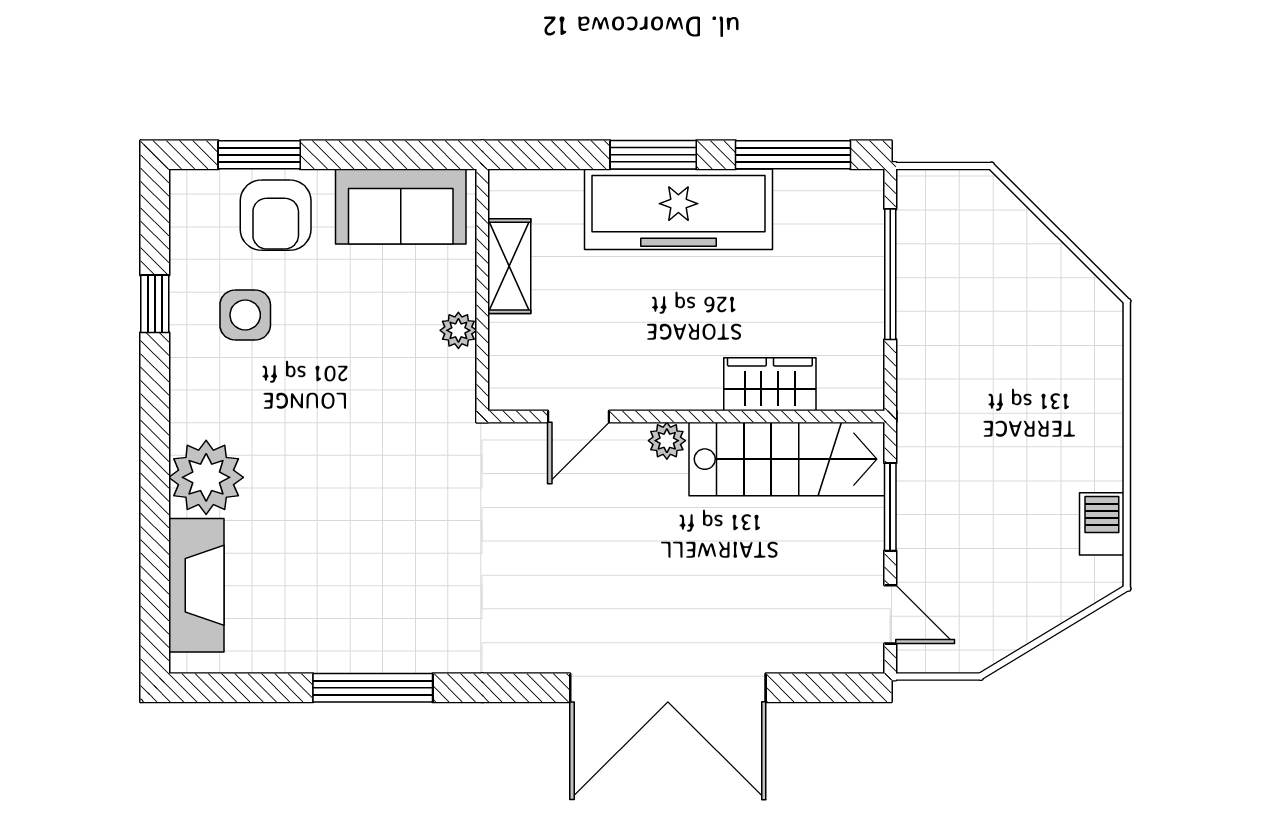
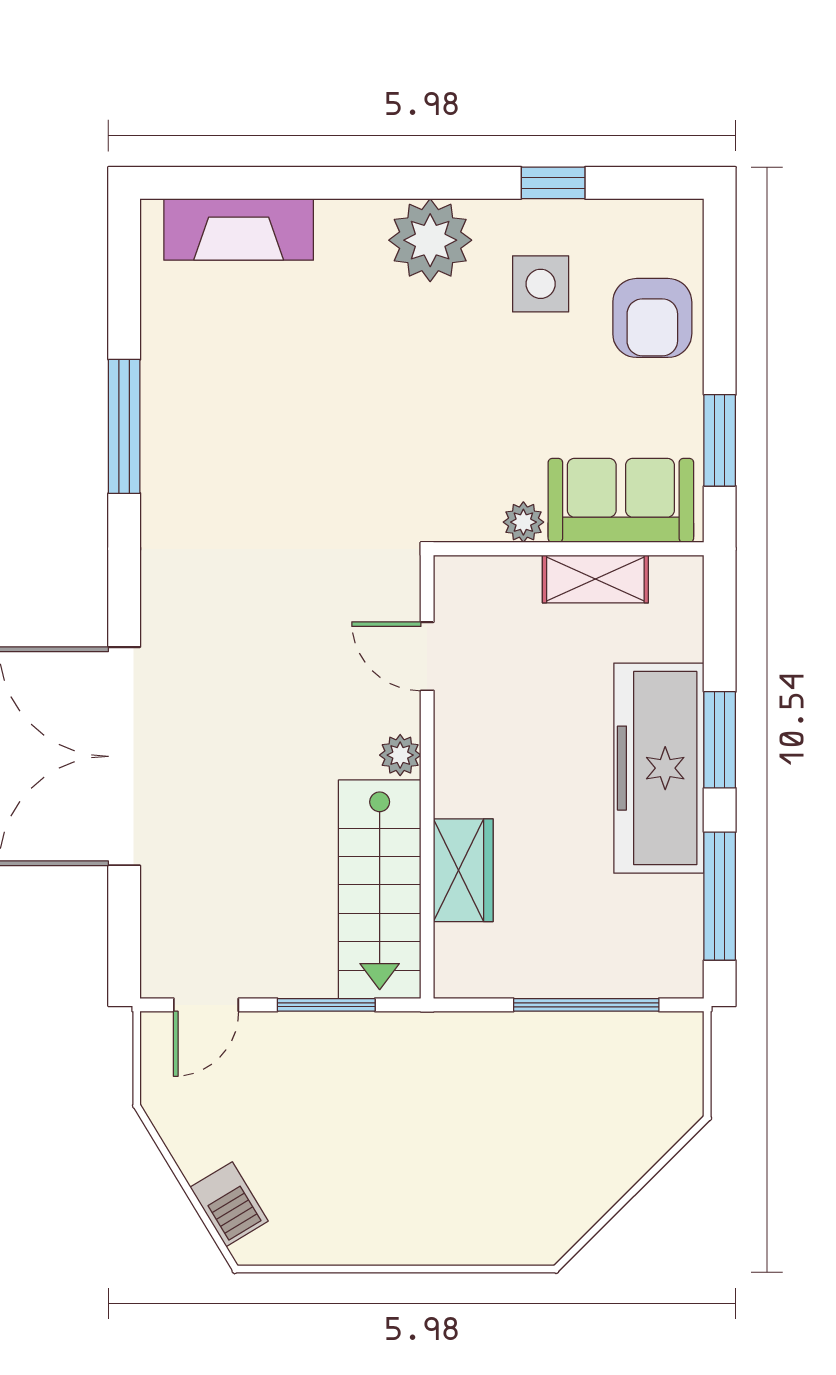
window: (259, 155) -> (720, 440), moved
sofa: (401, 207) -> (621, 500), moved, turned 90
armchair: (276, 215) -> (652, 318), turned -90
plant: (206, 477) -> (430, 240), moved
barbecue: (1102, 524) -> (229, 1204), moved, turned 59

